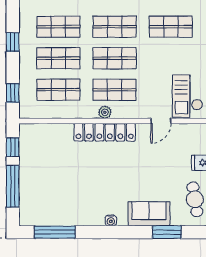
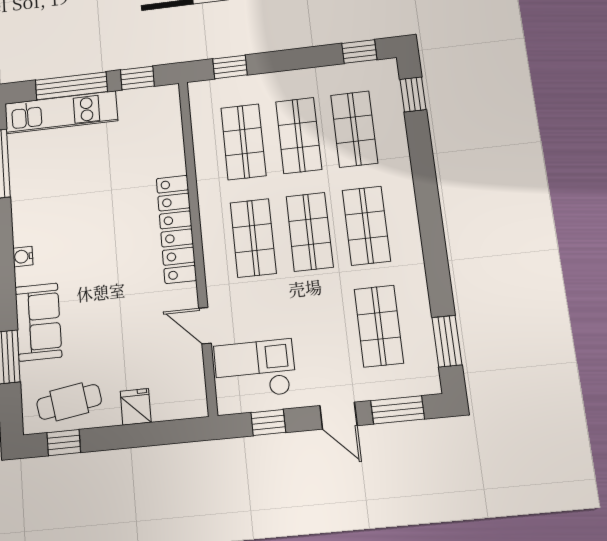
window: (13, 42) -> (359, 51), moved
plant: (105, 112) -> (211, 226), removed
kitchen unit: (28, 193) -> (61, 112), added

